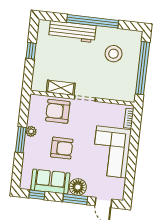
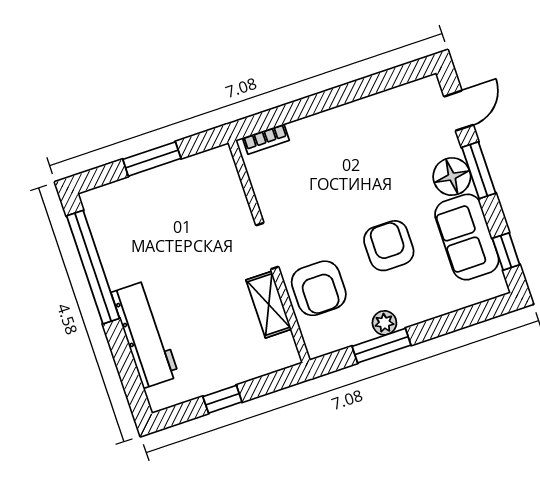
window: (93, 21) -> (93, 267), moved
stool: (114, 54) -> (150, 231), removed
window: (143, 68) -> (152, 159), width x0.47
window: (21, 140) -> (382, 346), moved
corner sofa: (111, 152) -> (350, 142), removed

